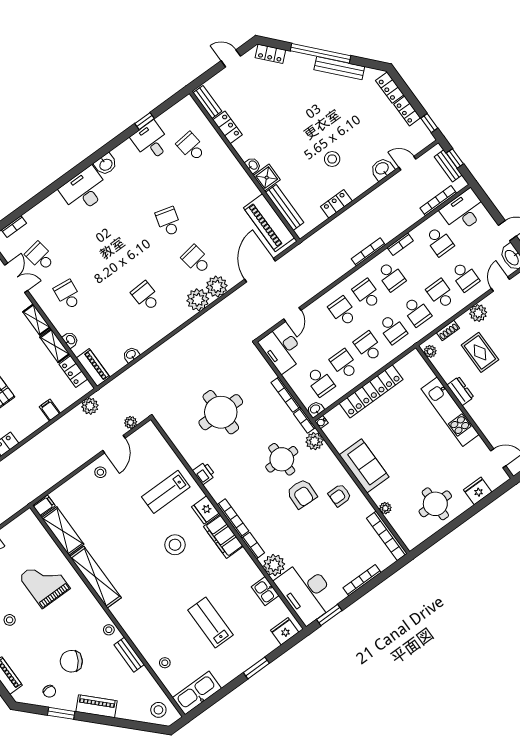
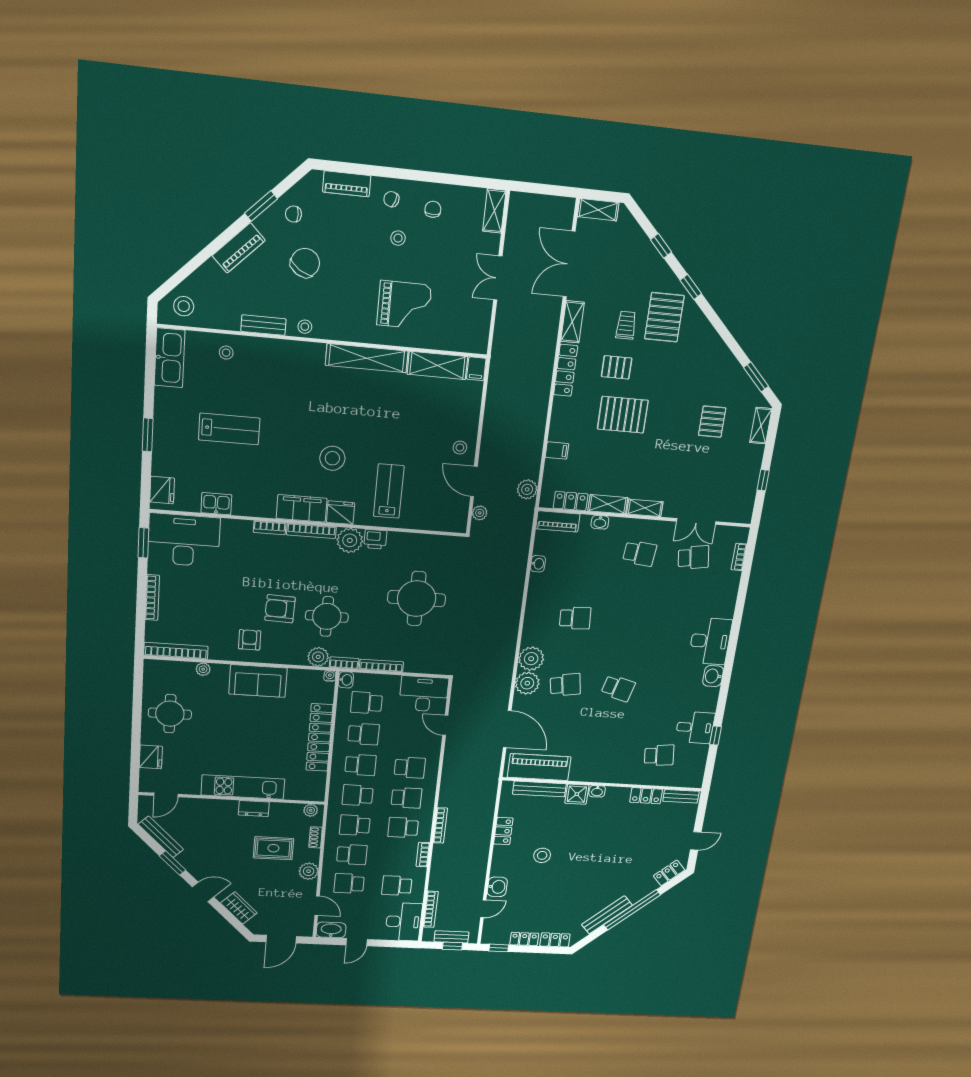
plant: (274, 565) -> (350, 540), moved

